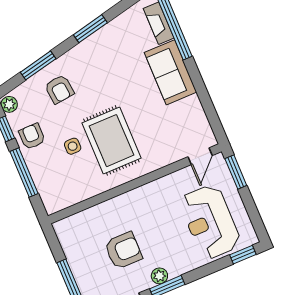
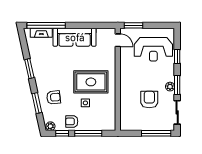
sofa: (171, 72) -> (75, 37), width x1.36
window: (243, 255) -> (177, 56), moved

